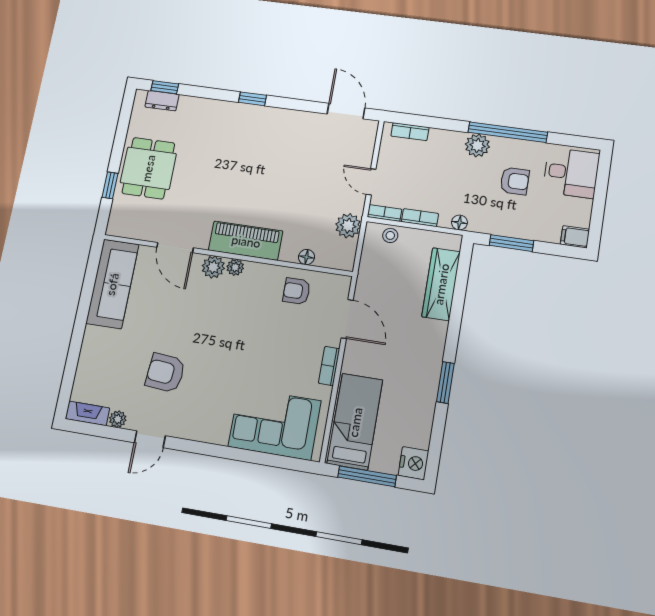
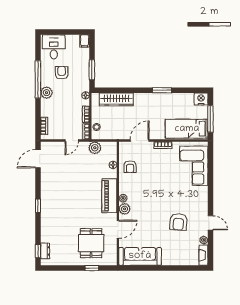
dining table: (148, 168) -> (91, 243), moved, turned 90

